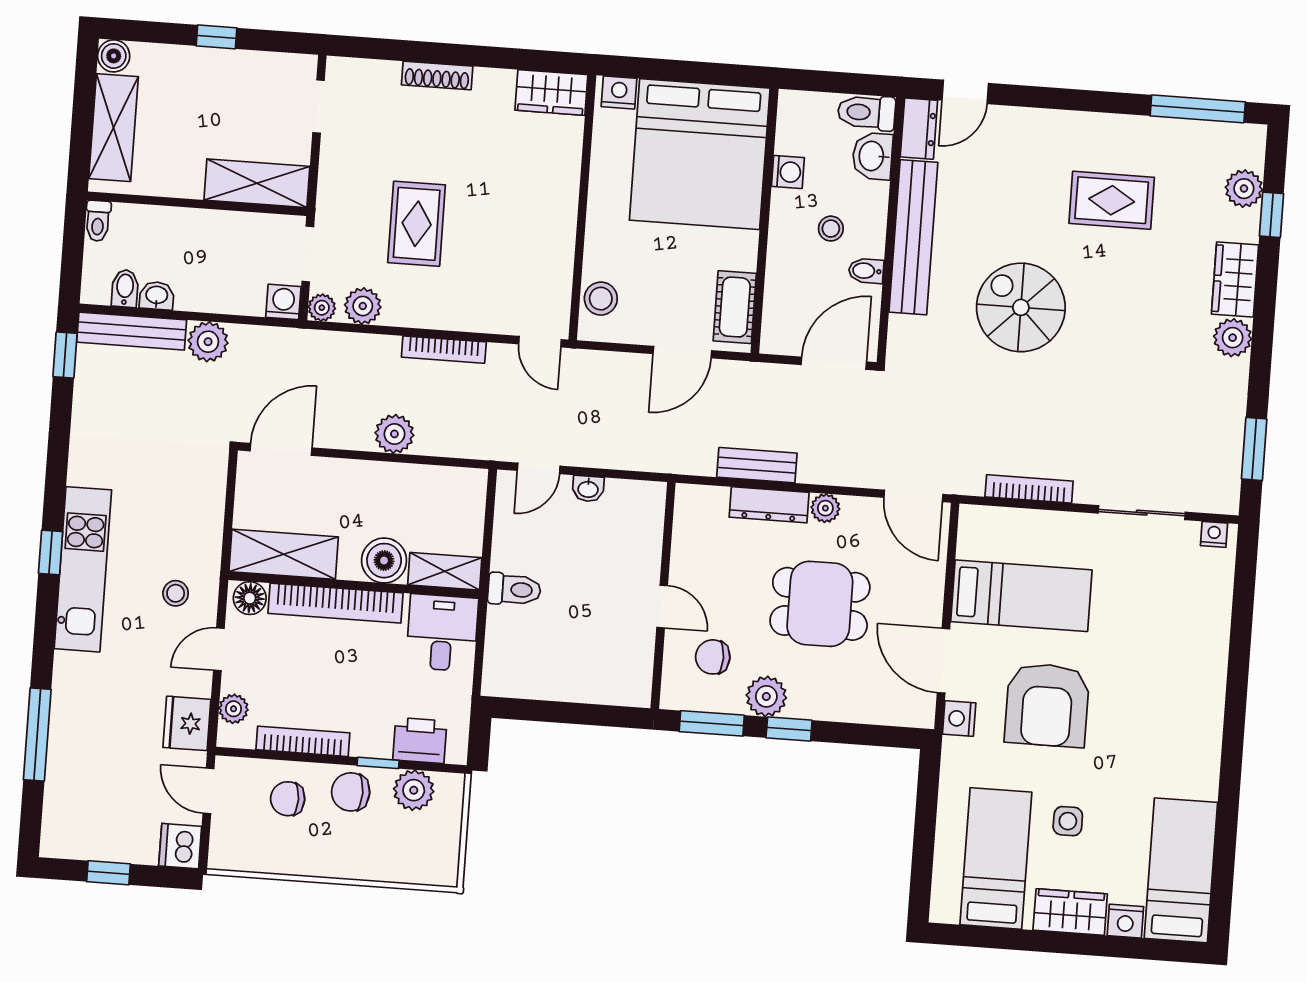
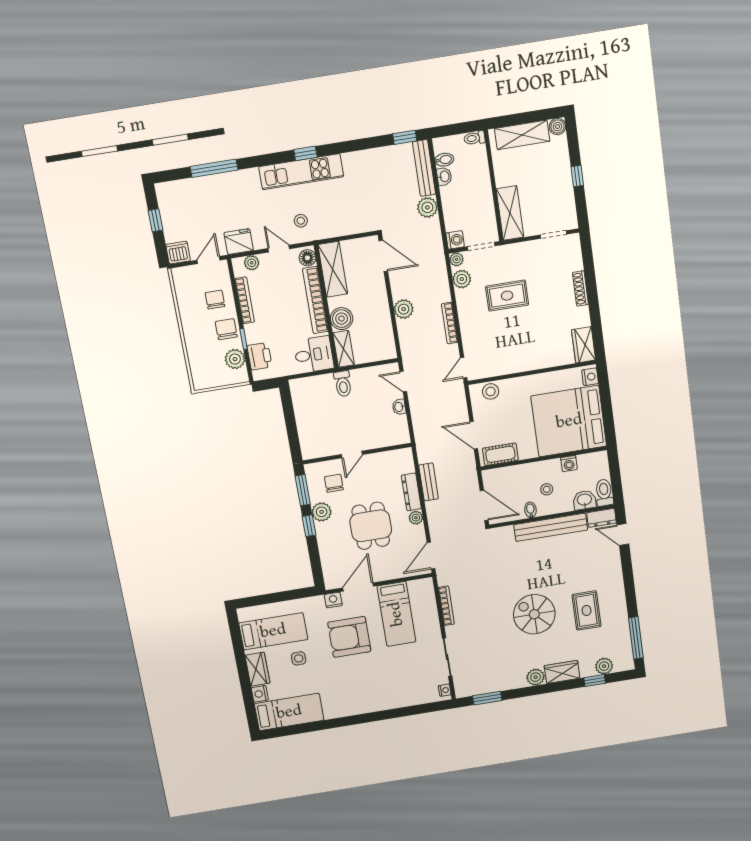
spiral stairs: (1021, 307) -> (534, 614), moved, turned -90

